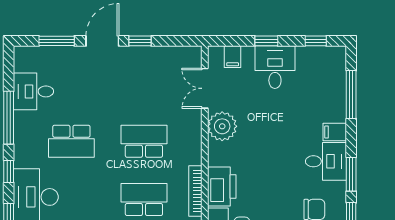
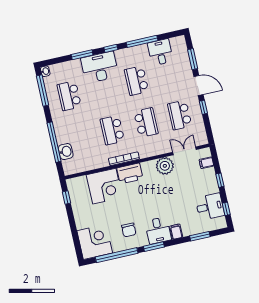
desk: (275, 67) -> (210, 207), moved
school desk: (144, 83) -> (180, 115), added
window: (351, 95) -> (200, 236), width x0.69
school desk: (144, 199) -> (112, 130), turned 180

